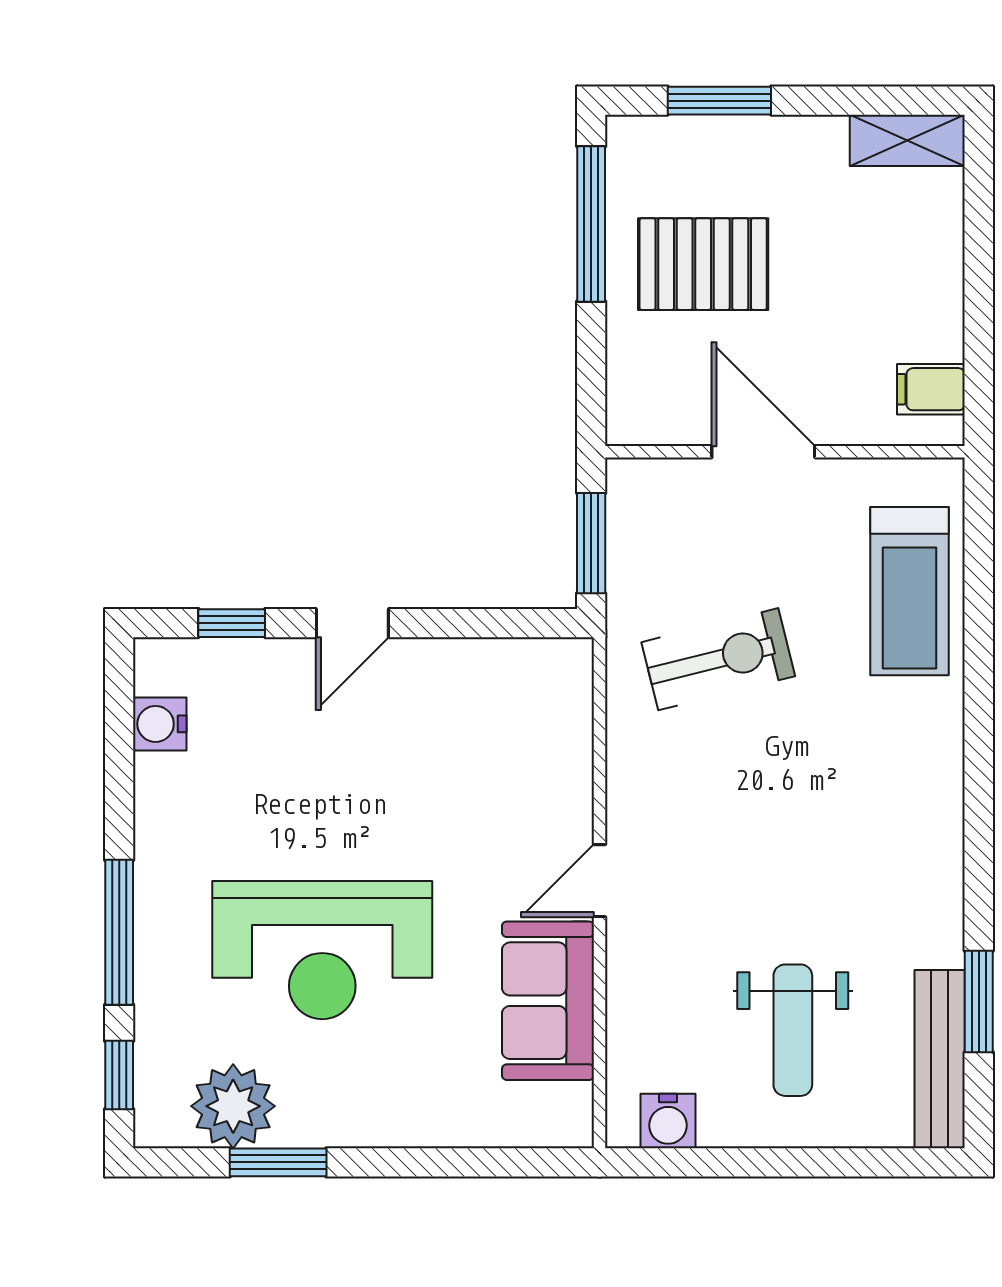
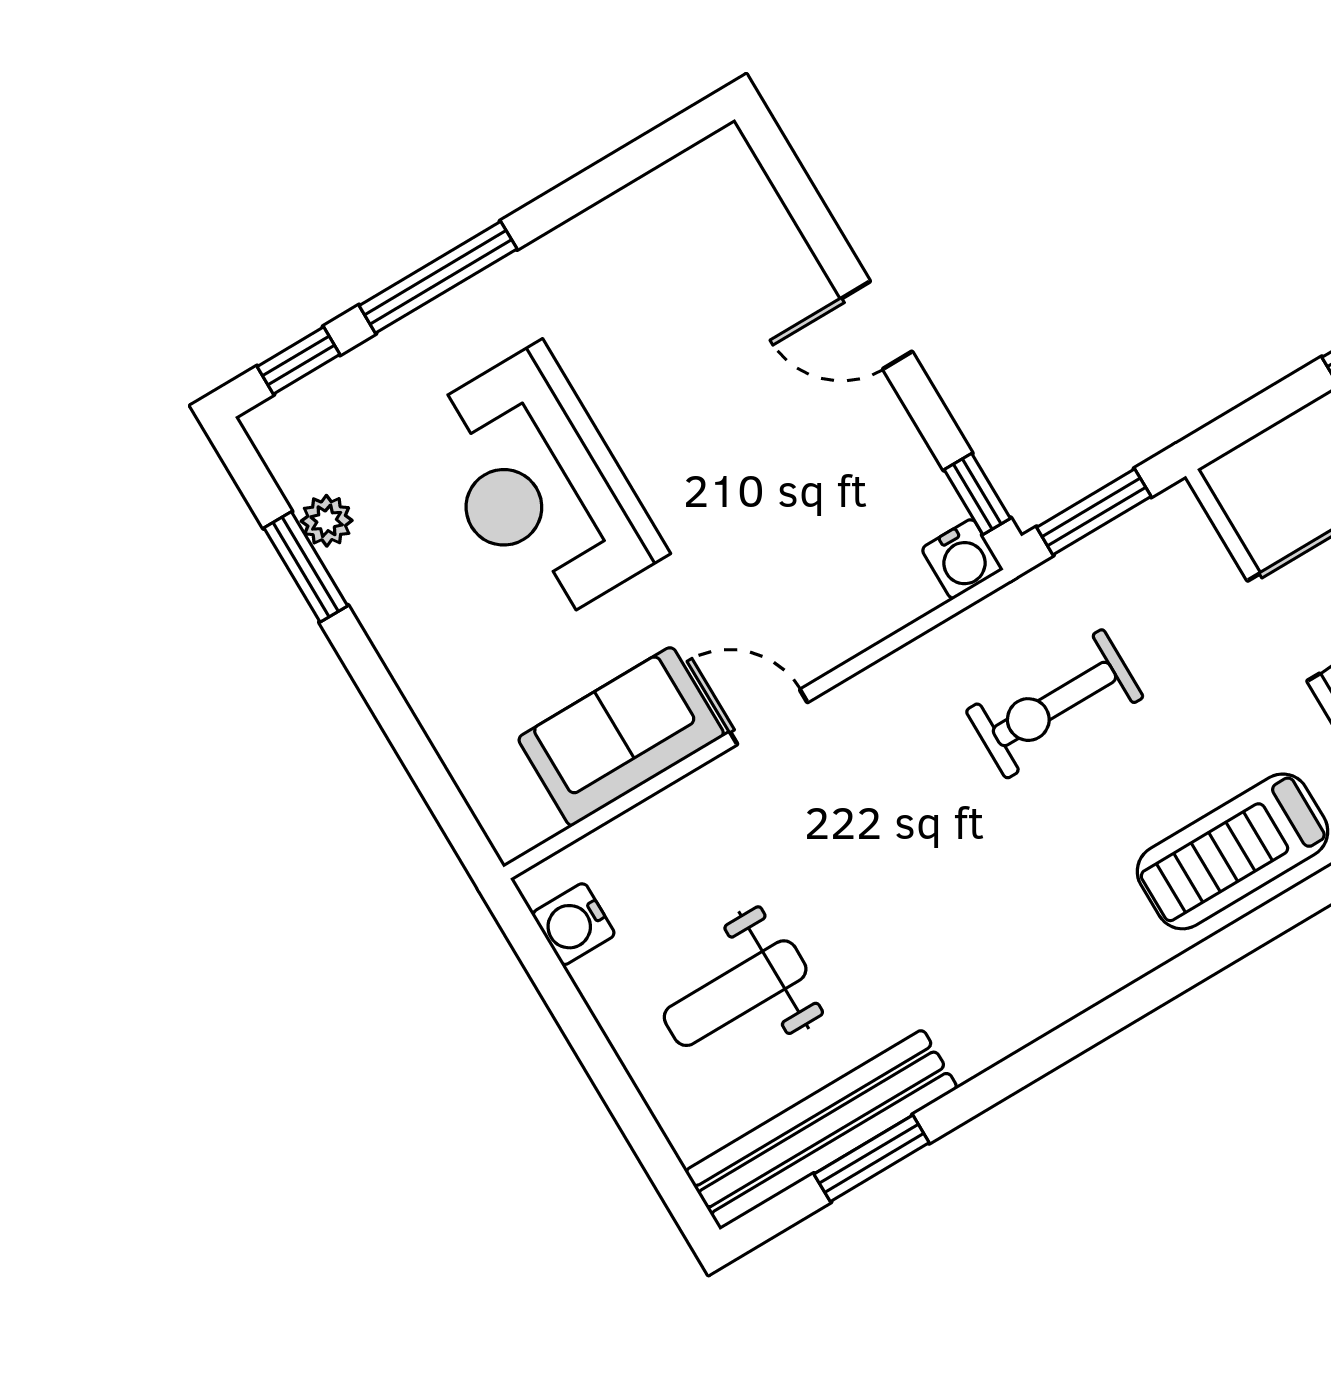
window: (232, 623) -> (977, 494), moved
exercise bike: (718, 659) -> (1054, 704), turned 104
water cooler: (160, 724) -> (962, 559), moved, turned 180
bench: (940, 1059) -> (821, 1129), width x1.37, depth x1.21
plant: (233, 1106) -> (327, 521), width x0.53, depth x0.53

